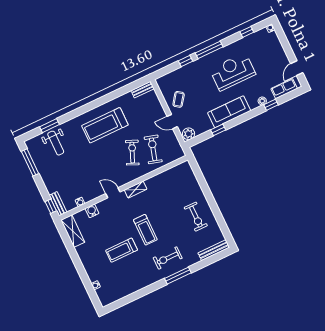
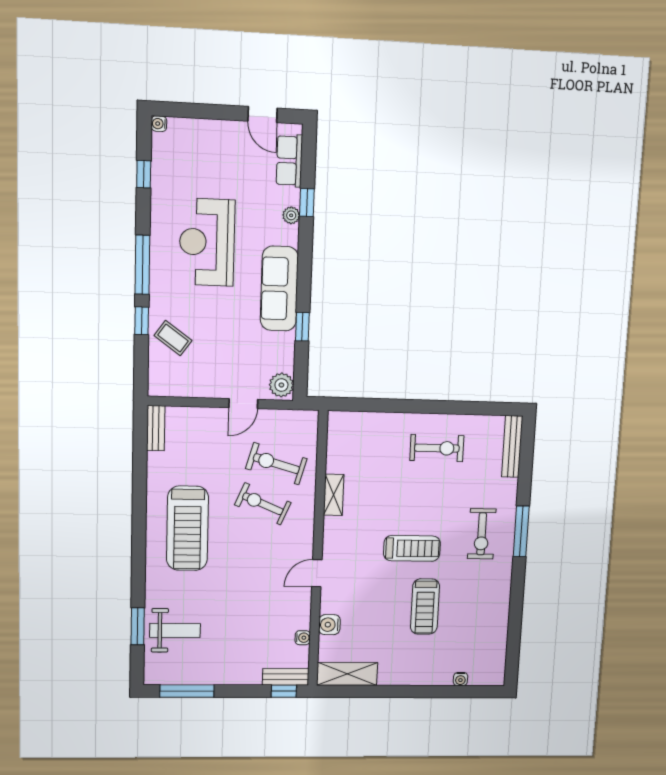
coffee table: (179, 99) -> (173, 338), moved
shelving: (136, 190) -> (334, 495), moved

